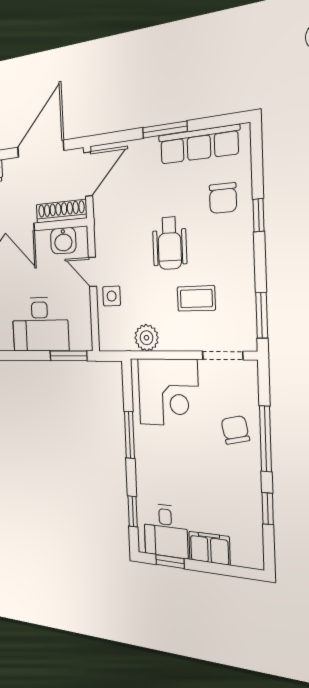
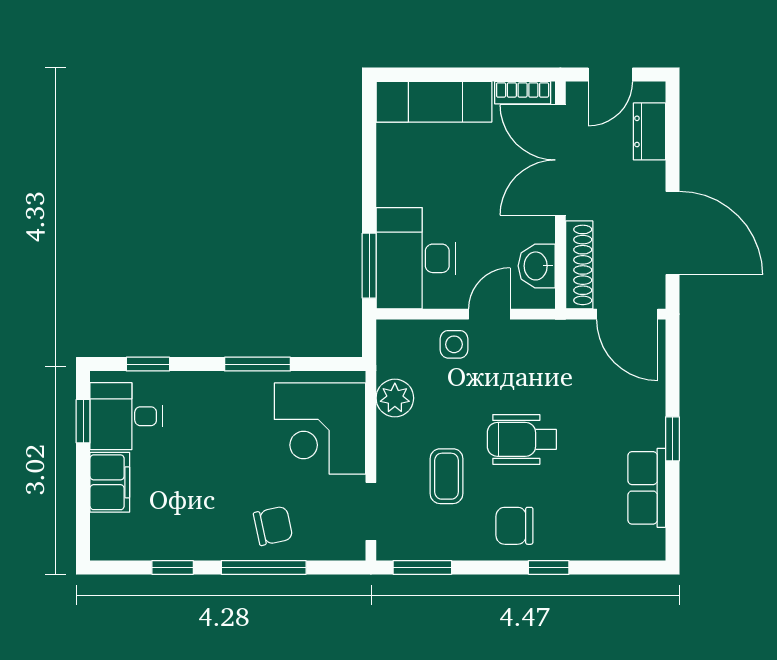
window: (165, 130) -> (672, 439), width x0.67
row of seats: (199, 144) -> (647, 488), width x0.68
chair: (223, 198) -> (514, 526), moved
desk: (40, 324) -> (416, 258), moved

